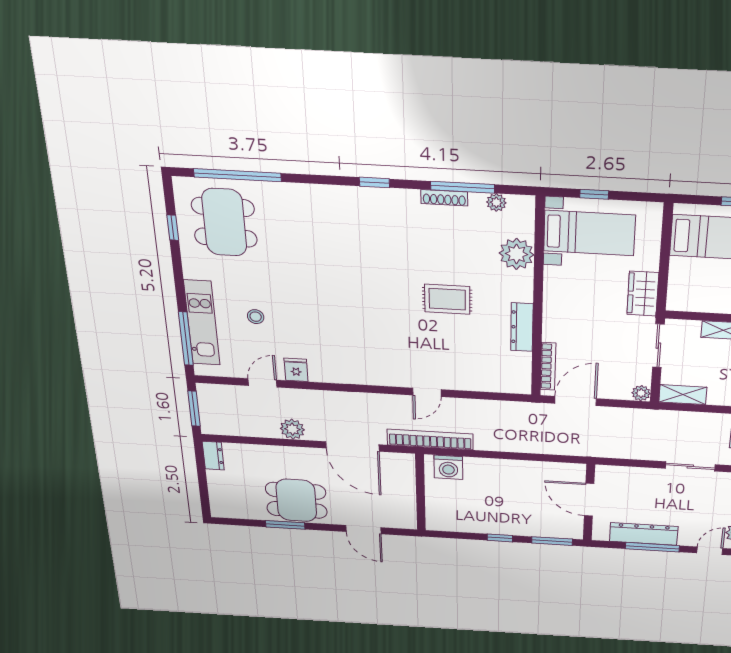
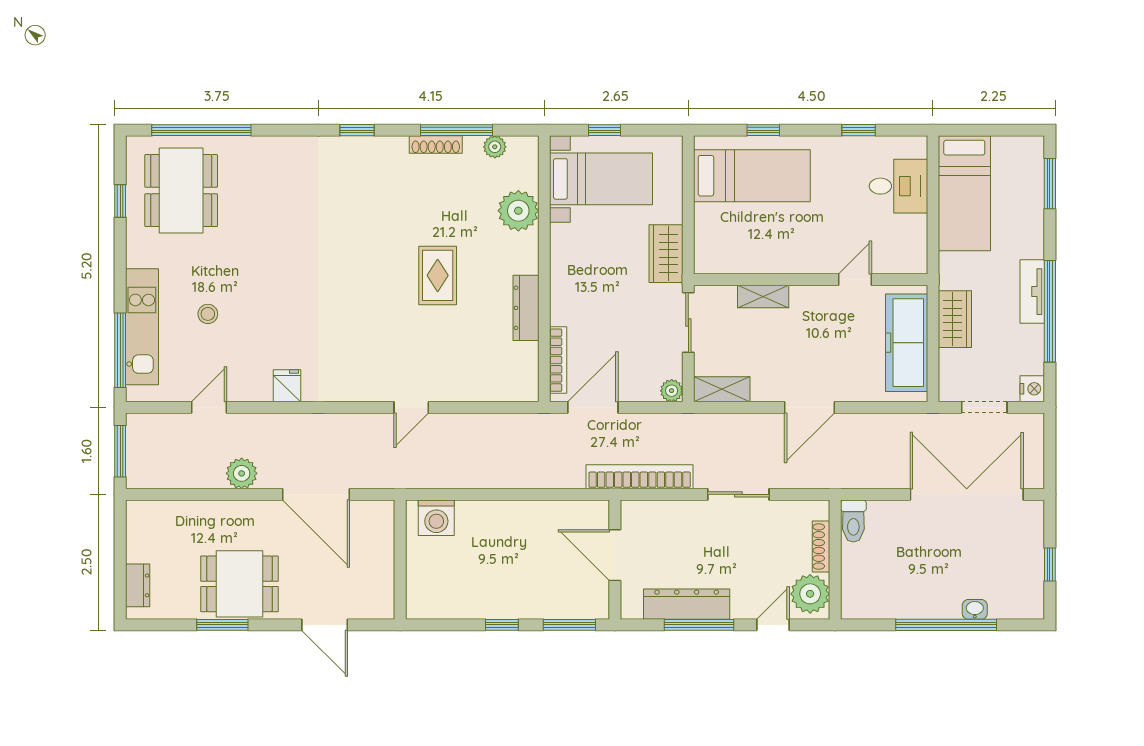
rug: (447, 299) -> (438, 275), turned 90
fridge: (296, 370) -> (287, 386), moved
bookcase: (430, 439) -> (640, 477), moved
dresser: (213, 456) -> (138, 585), moved

